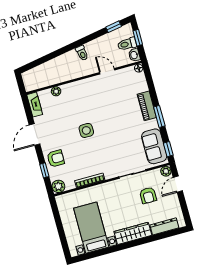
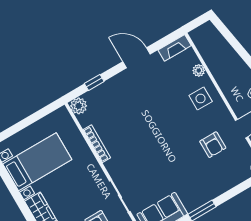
piano: (147, 106) -> (211, 191), removed
side table: (86, 130) -> (201, 98), moved
armchair: (56, 158) -> (213, 145), moved

